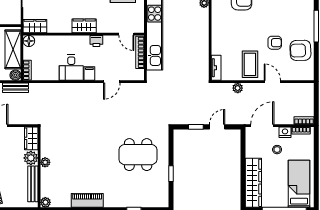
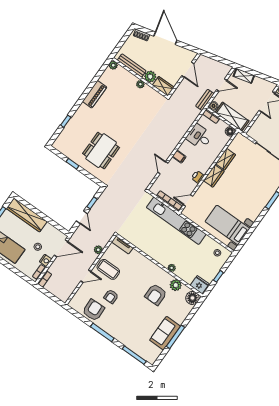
wardrobe: (35, 26) -> (225, 159), moved
desk: (71, 68) -> (199, 137), moved
door: (262, 126) -> (61, 248), hinge flipped

